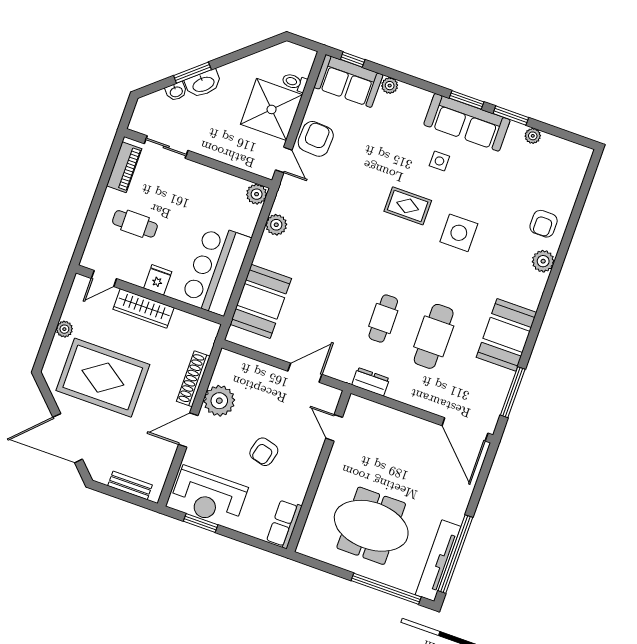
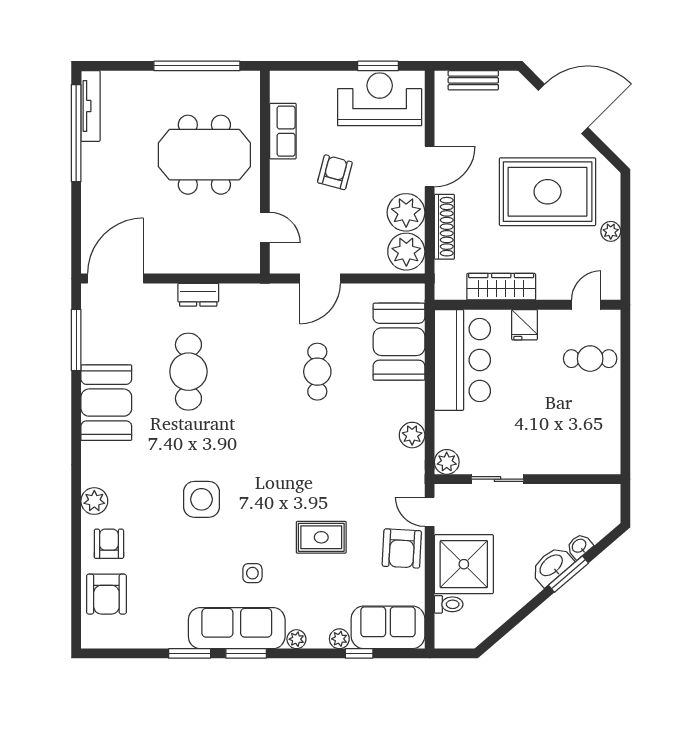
window: (353, 60) -> (359, 653), moved
plant: (533, 136) -> (296, 639), moved
sliding door: (166, 147) -> (497, 479), moved
piano: (124, 167) -> (608, 439), removed
armchair: (559, 185) -> (106, 594), added
rug: (408, 206) -> (321, 537), moved
cafe table: (135, 224) -> (590, 359), moved
wardrobe: (144, 308) -> (501, 287), moved
cafe table: (383, 318) -> (317, 372), moved
plant: (230, 370) -> (406, 252), added
dresser: (371, 382) -> (198, 295), moved
door: (465, 429) -> (116, 278), hinge flipped
row of seats: (284, 524) -> (283, 131), moved
meeting table: (371, 526) -> (204, 155), moved
tv unit: (438, 561) -> (90, 106), width x0.73, depth x0.78
window: (386, 589) -> (197, 66), moved

